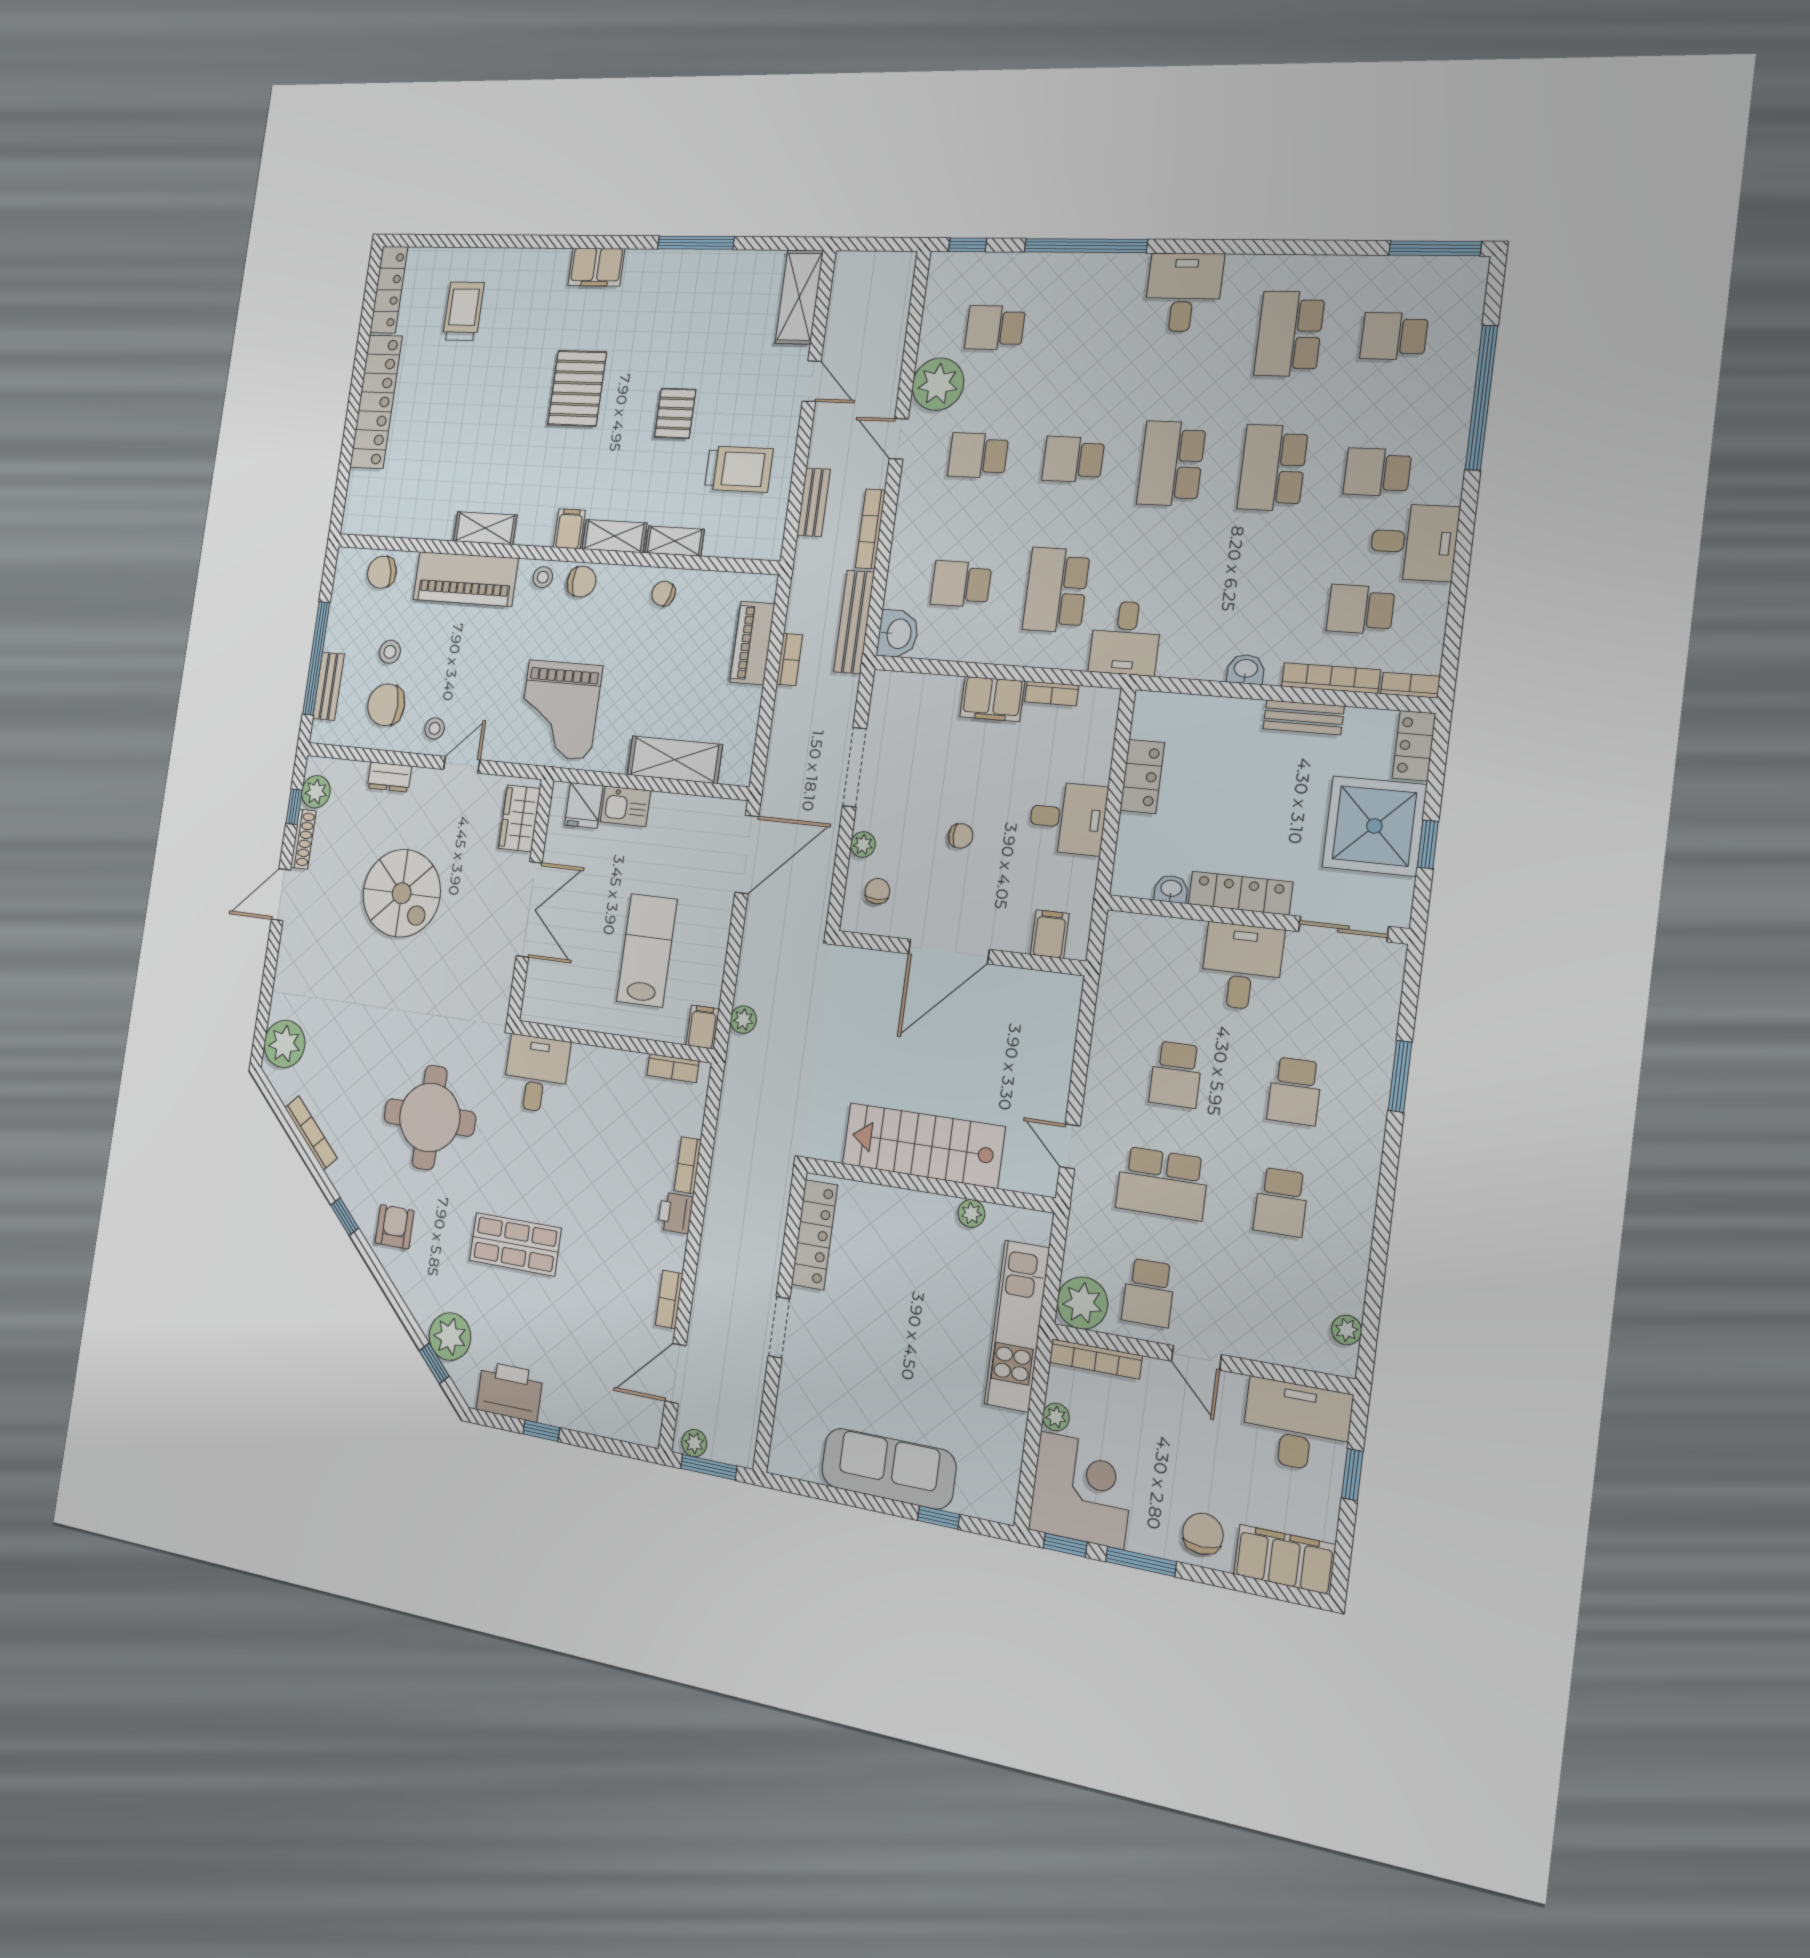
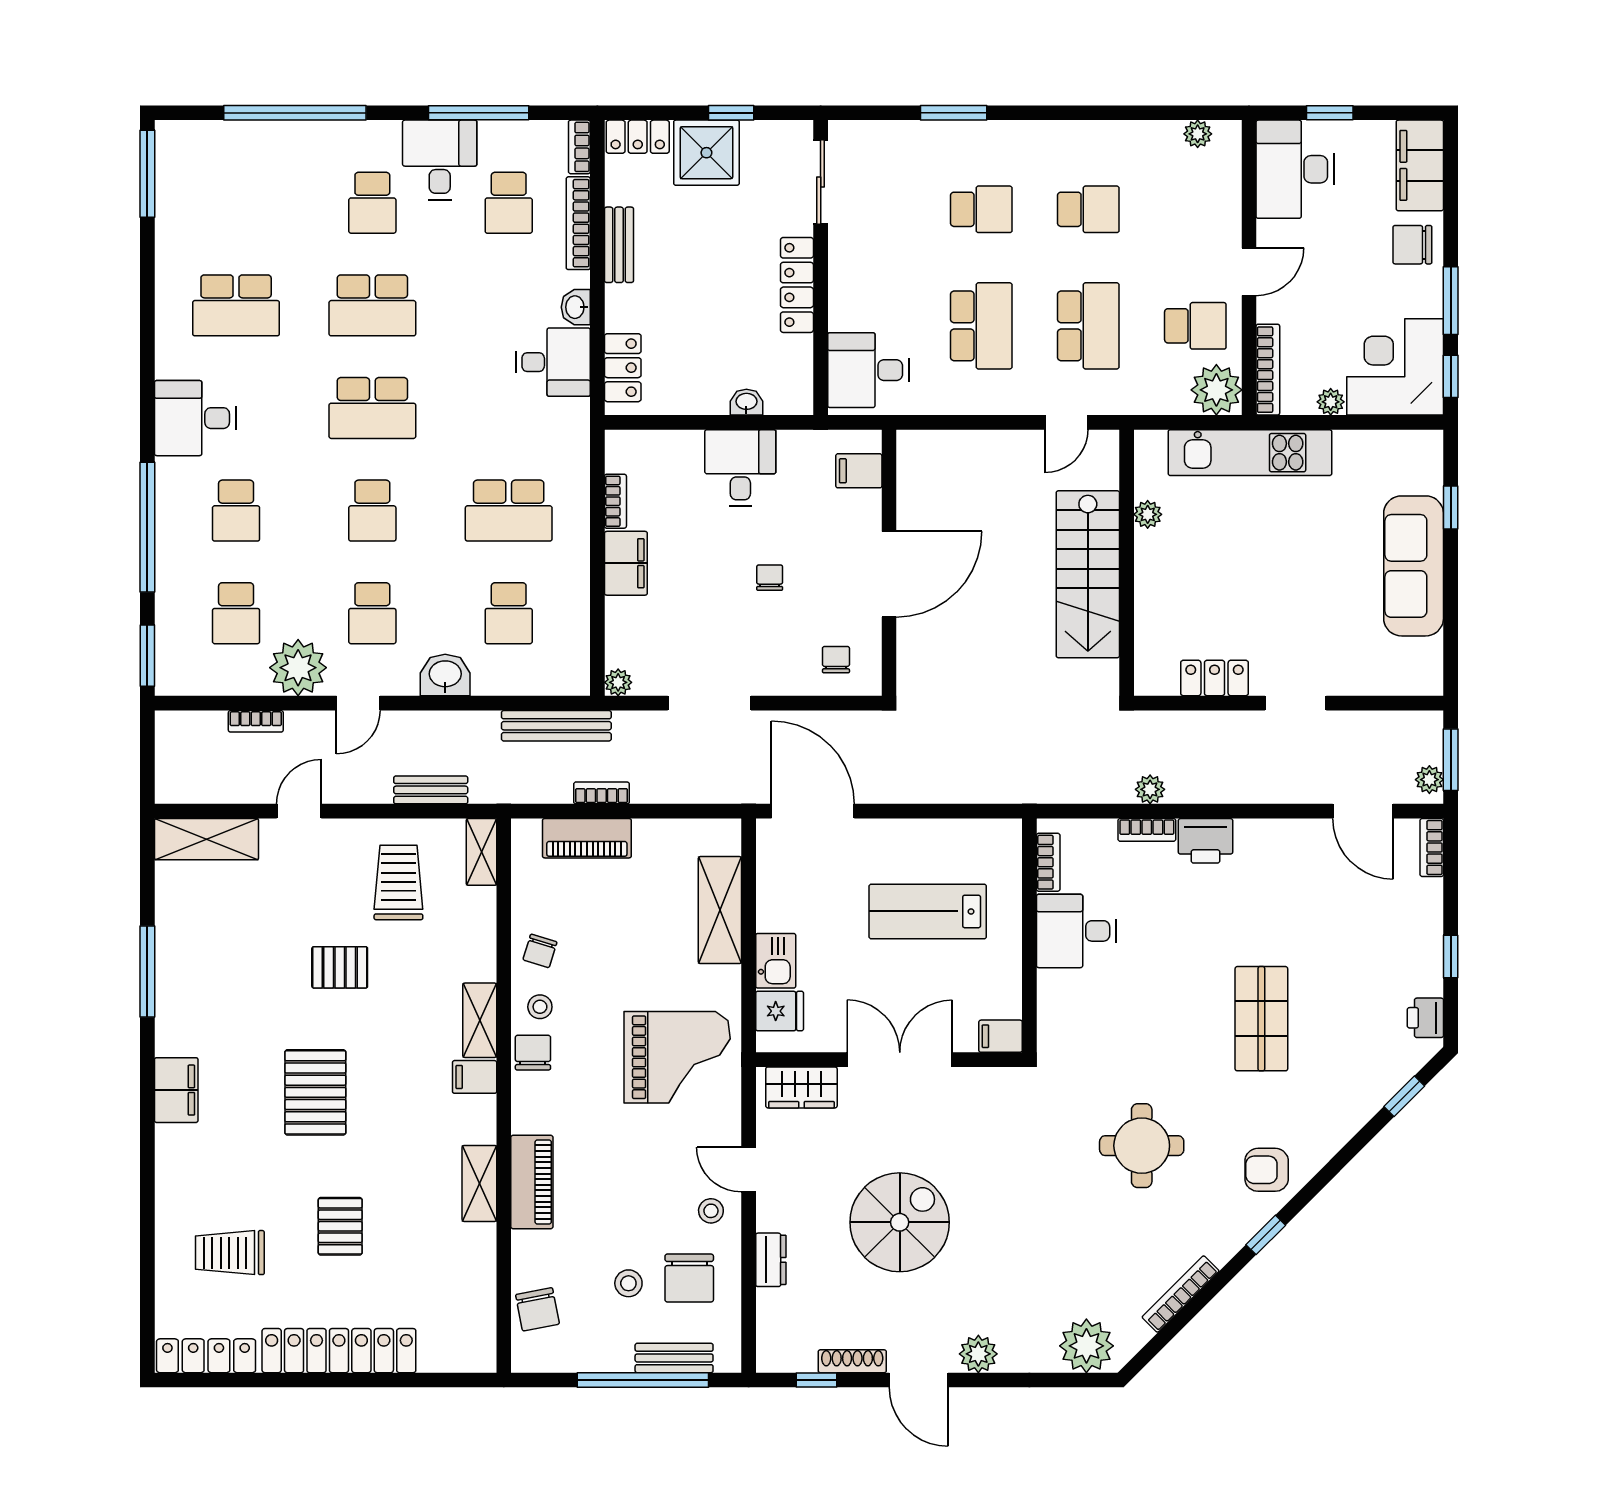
window: (968, 245) -> (147, 656), width x1.50
school desk: (1394, 336) -> (236, 511), moved
pallet: (577, 388) -> (315, 1092), turned 90
pallet: (470, 406) -> (340, 1226), added
bookcase: (870, 529) -> (256, 721), moved, width x0.64
shelving: (675, 541) -> (481, 852), moved
stool: (543, 577) -> (540, 1007), moved
piano: (465, 579) -> (532, 1182), width x0.73, depth x0.75
window: (1459, 585) -> (479, 113), added
washbasin: (898, 634) -> (445, 675), moved
desk: (1125, 638) -> (553, 362), moved
locker: (1142, 776) -> (623, 368), moved, turned 90
plant: (316, 792) -> (978, 1354), moved
shower: (1374, 826) -> (706, 153), width x0.73, depth x0.73
plant: (863, 844) -> (618, 682), moved
washbasin: (1171, 889) -> (746, 402), moved, turned 90
chair: (877, 891) -> (836, 660), turned 90
door: (949, 952) -> (889, 574), hinge flipped
desk: (1242, 967) -> (868, 370), moved
plant: (743, 1020) -> (1150, 789), moved
filing cabinet: (703, 1027) -> (1001, 1036), moved
desk: (536, 1074) -> (1076, 931), moved
school desk: (1176, 1075) -> (981, 326), width x1.85
round table: (430, 1117) -> (1142, 1146), width x0.73, depth x0.73
printer: (675, 1213) -> (1206, 841), width x1.36, depth x1.24
locker: (815, 1235) -> (1215, 678), width x0.66
bookcase: (669, 1299) -> (1432, 847), moved, turned 90
plant: (450, 1337) -> (1372, 1082), removed
printer: (510, 1391) -> (1425, 1018), width x0.53, depth x0.68

